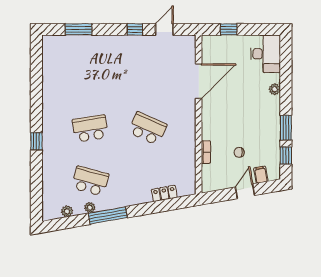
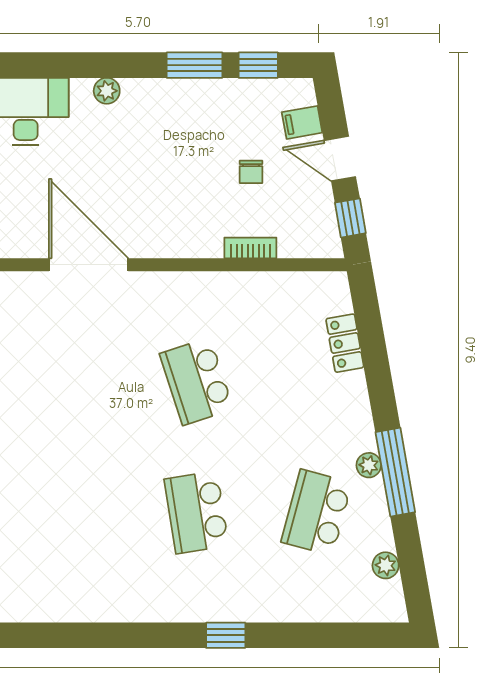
school desk: (148, 128) -> (196, 381), turned -42
window: (219, 196) -> (350, 218), added
plant: (90, 208) -> (369, 465), moved

